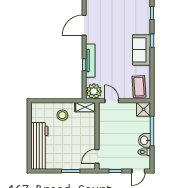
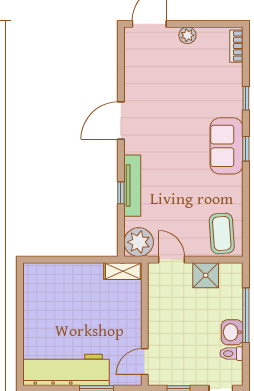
sofa: (142, 50) -> (227, 146), moved
shower: (144, 109) -> (206, 275), moved
stool: (62, 115) -> (81, 286), removed
workbench: (39, 146) -> (66, 370), moved, turned -90

